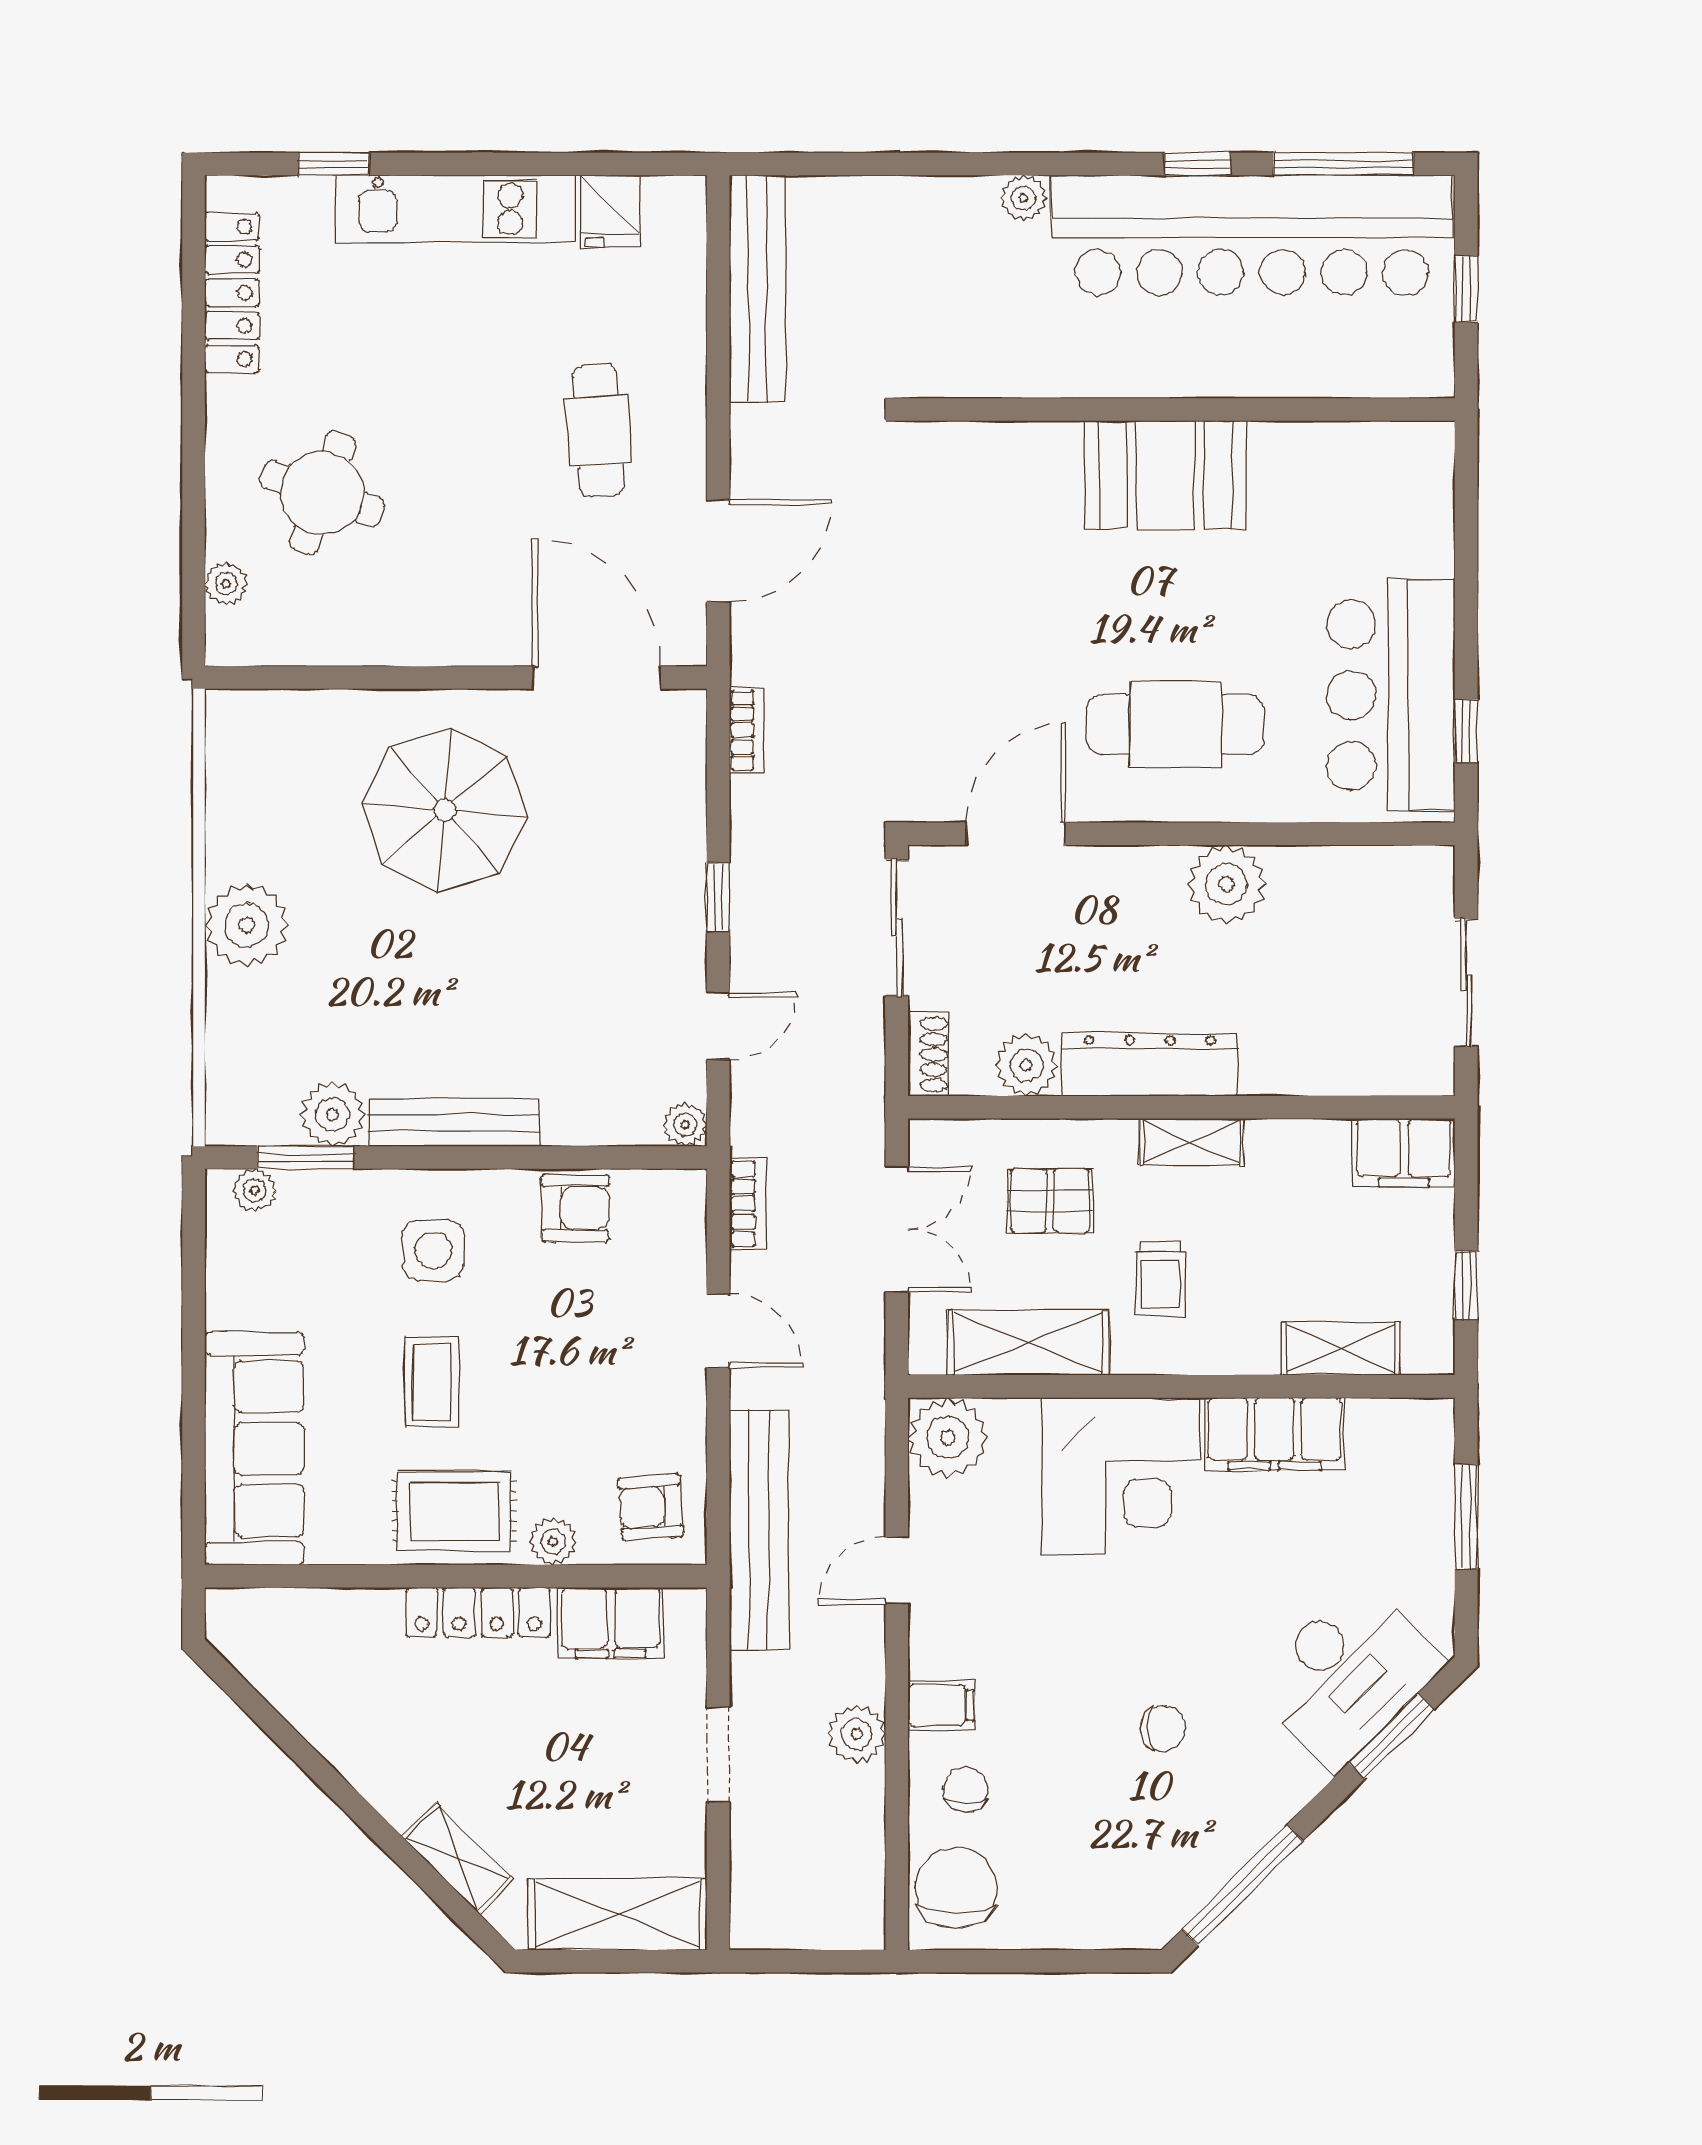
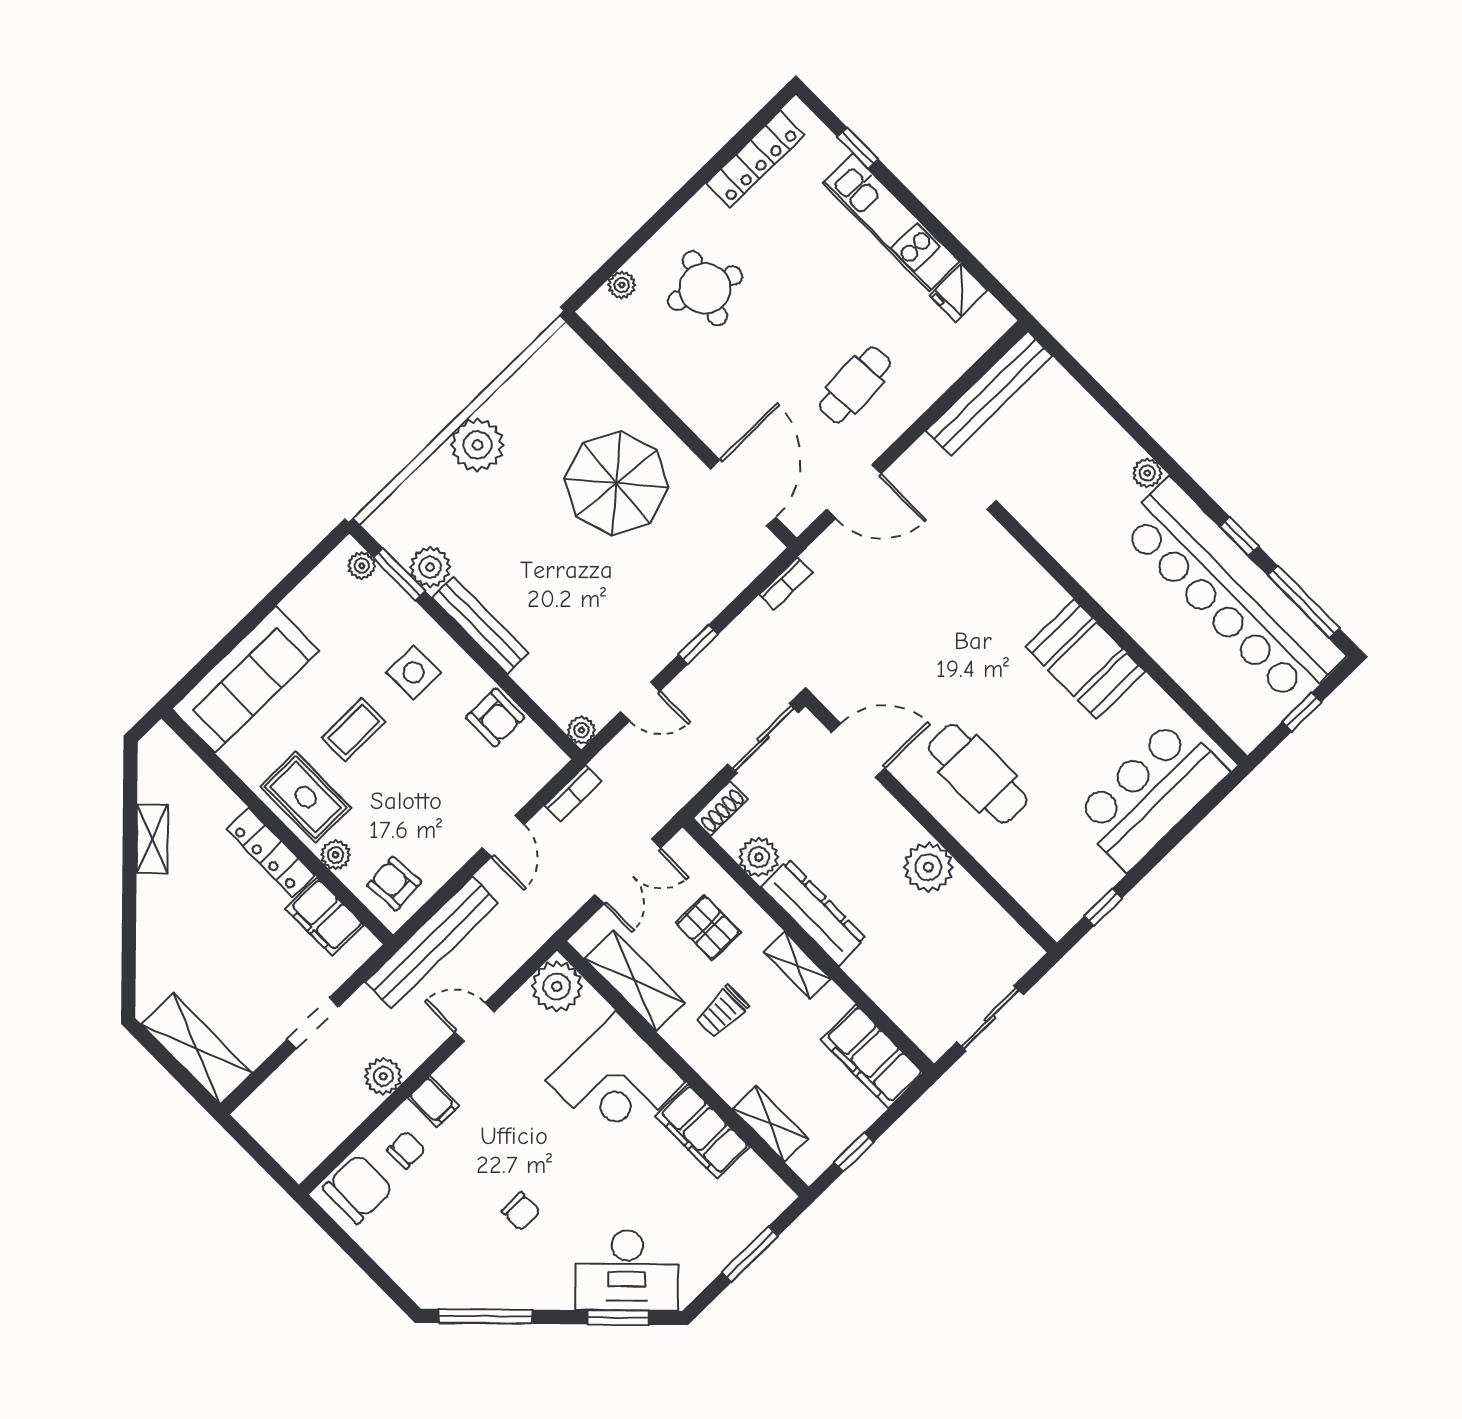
bar counter: (1391, 695) -> (1151, 794), moved
filing cabinet: (1404, 1153) -> (872, 1056), width x1.50, depth x1.17
shelving: (458, 1858) -> (152, 839), moved

